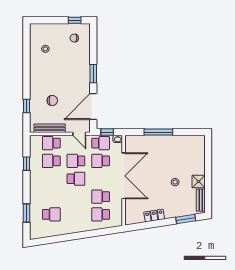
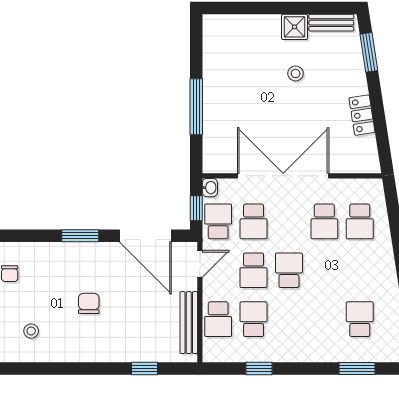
chair: (52, 100) -> (89, 303), moved
school desk: (51, 161) -> (254, 319), turned 180

